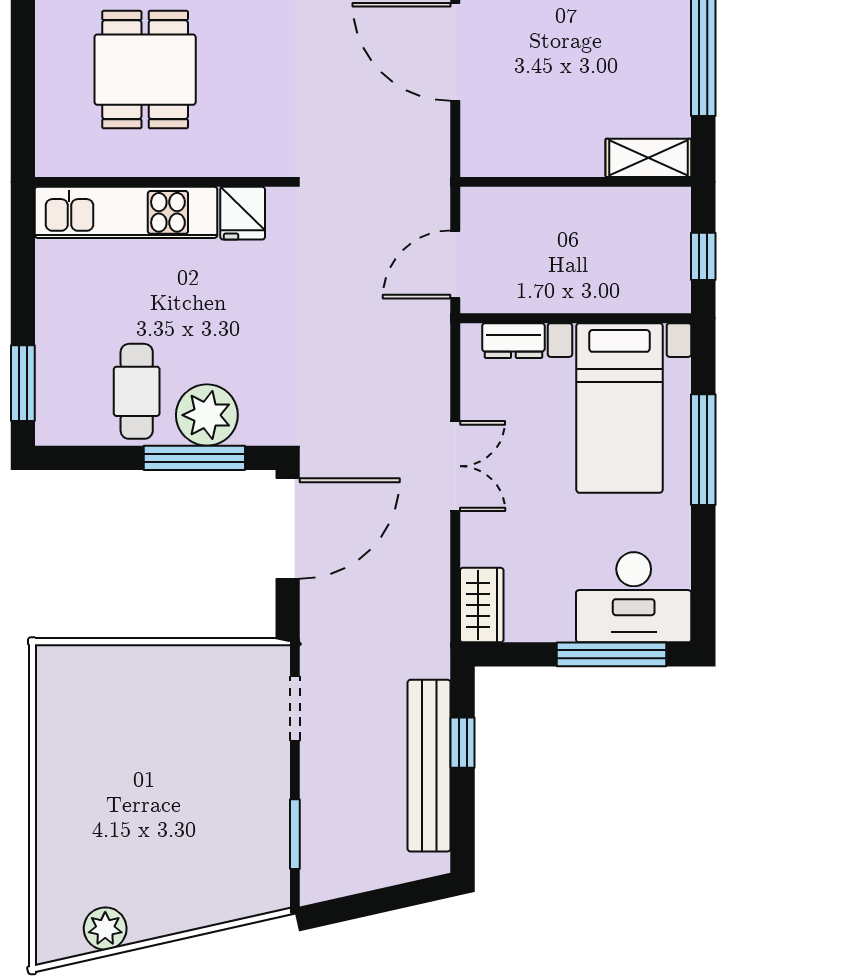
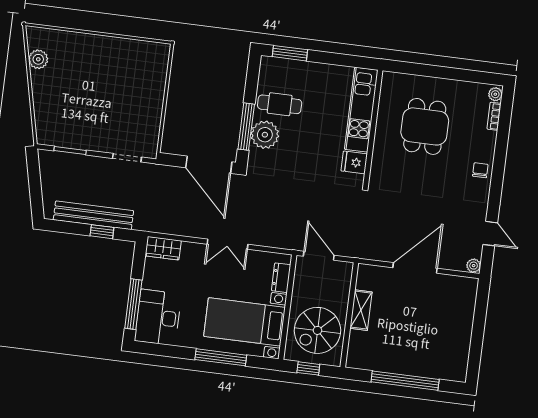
dining table: (145, 70) -> (425, 126), turned 90
shelving: (648, 158) -> (361, 310), moved
spiral stairs: (618, 247) -> (317, 330), added

